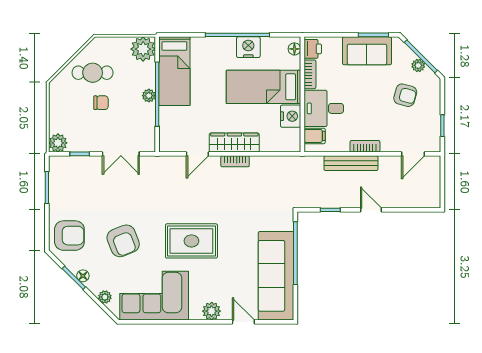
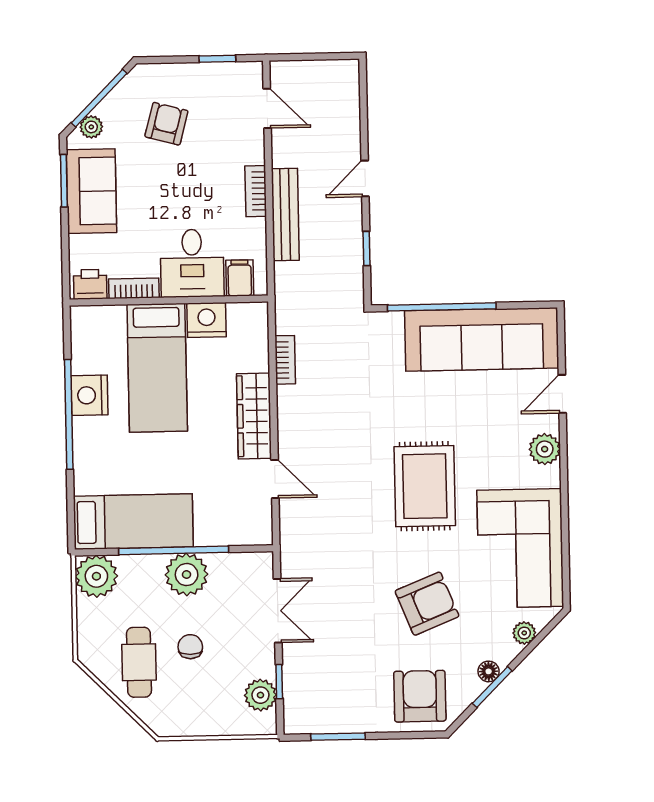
floor lamp: (294, 49) -> (91, 316), removed
plant: (418, 65) -> (91, 127), moved
plant: (149, 96) -> (187, 575), width x1.88, depth x1.88
plant: (58, 143) -> (260, 695), moved
bookcase: (235, 161) -> (285, 360), moved

